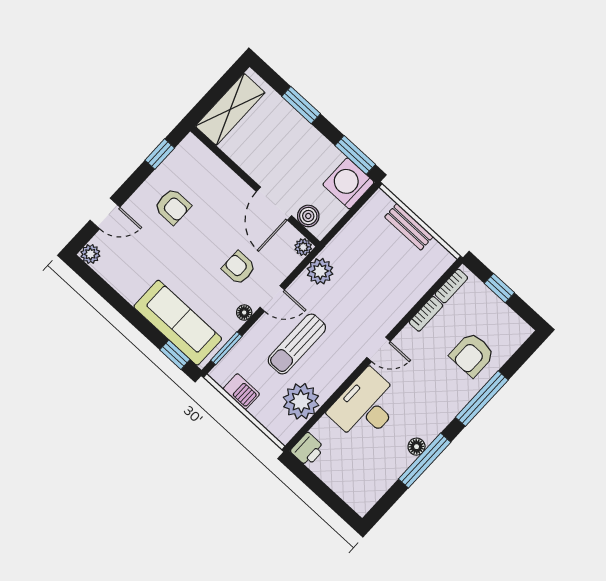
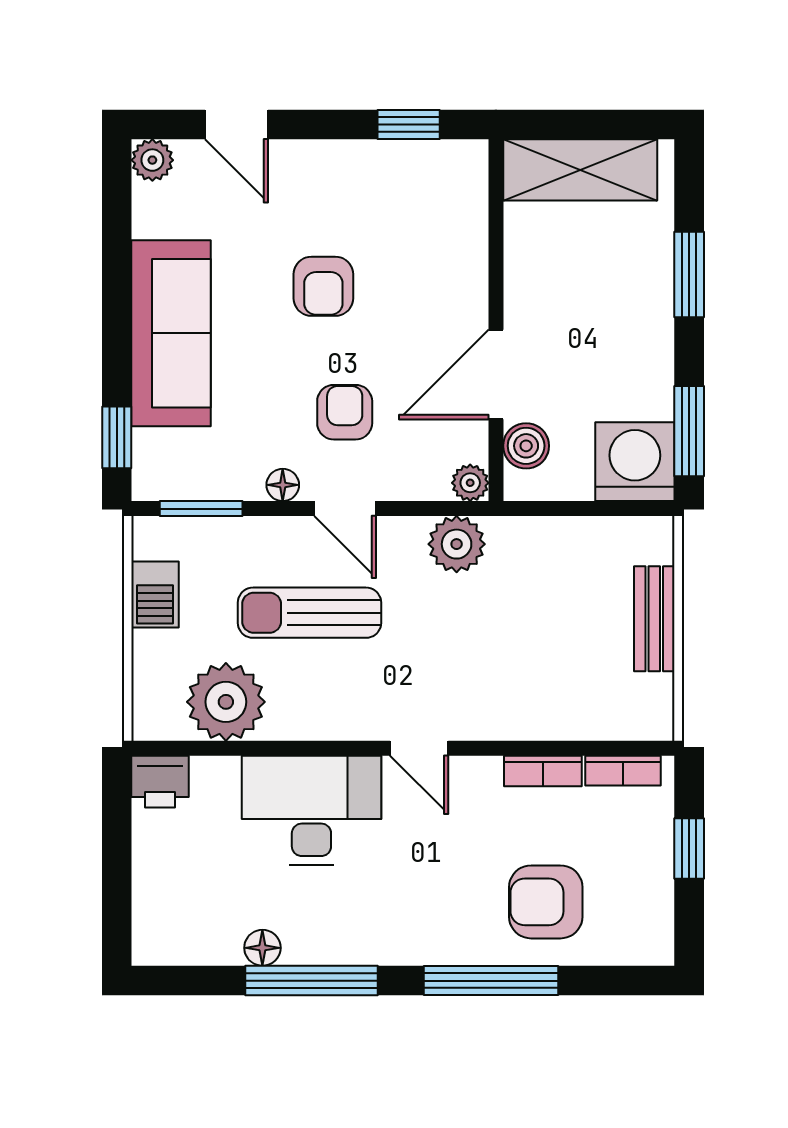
armchair: (173, 206) -> (323, 286), moved
sofa: (178, 323) -> (171, 333), moved
floor lamp: (417, 447) -> (262, 948), moved

